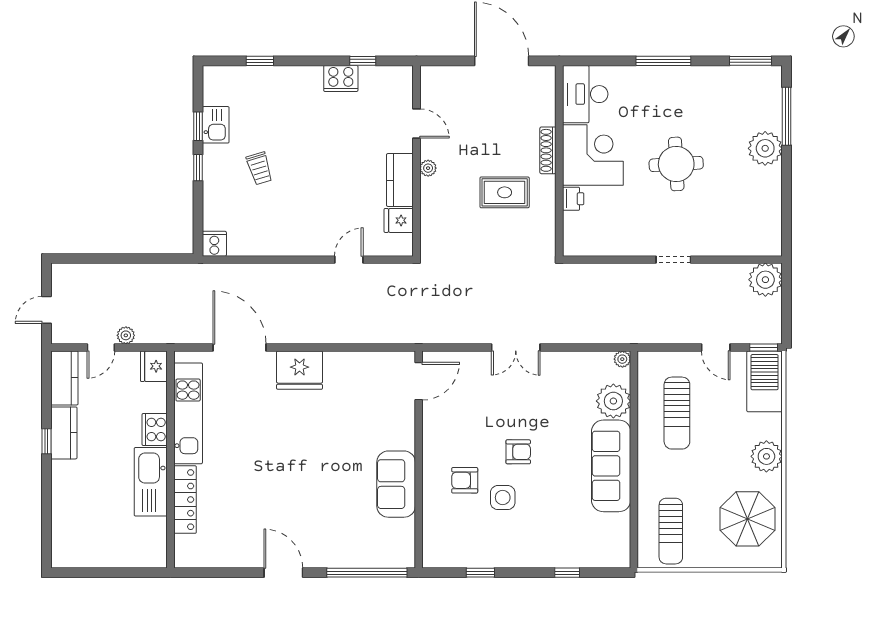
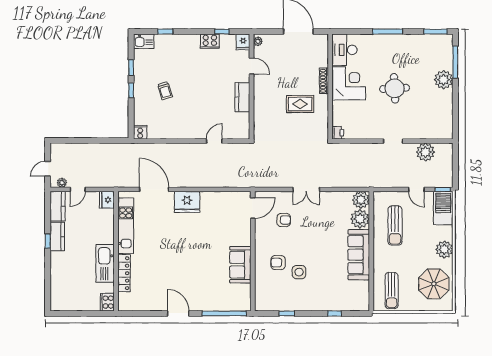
kitchen sink: (216, 125) -> (144, 41), moved, turned 90
plant: (428, 168) -> (258, 41), moved
printer: (573, 199) -> (338, 133), moved
fridge: (399, 220) -> (243, 42), moved, turned -90
plant: (765, 280) -> (425, 152), moved
plant: (126, 335) -> (62, 183), moved
plant: (622, 359) -> (361, 200), width x1.87, depth x1.87
cooker: (155, 430) -> (107, 302), moved
armchair: (518, 452) -> (284, 220), moved

